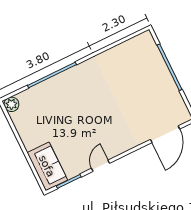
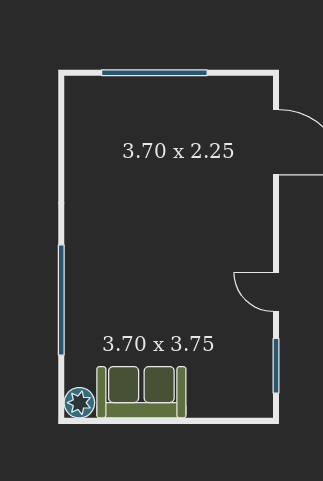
sofa: (47, 166) -> (141, 392), moved

